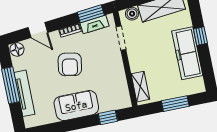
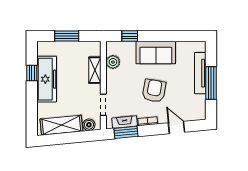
window: (200, 36) -> (32, 73), moved
floor lamp: (17, 49) -> (199, 114), removed
plant: (120, 86) -> (113, 62), added
shelving: (140, 87) -> (95, 70), moved

